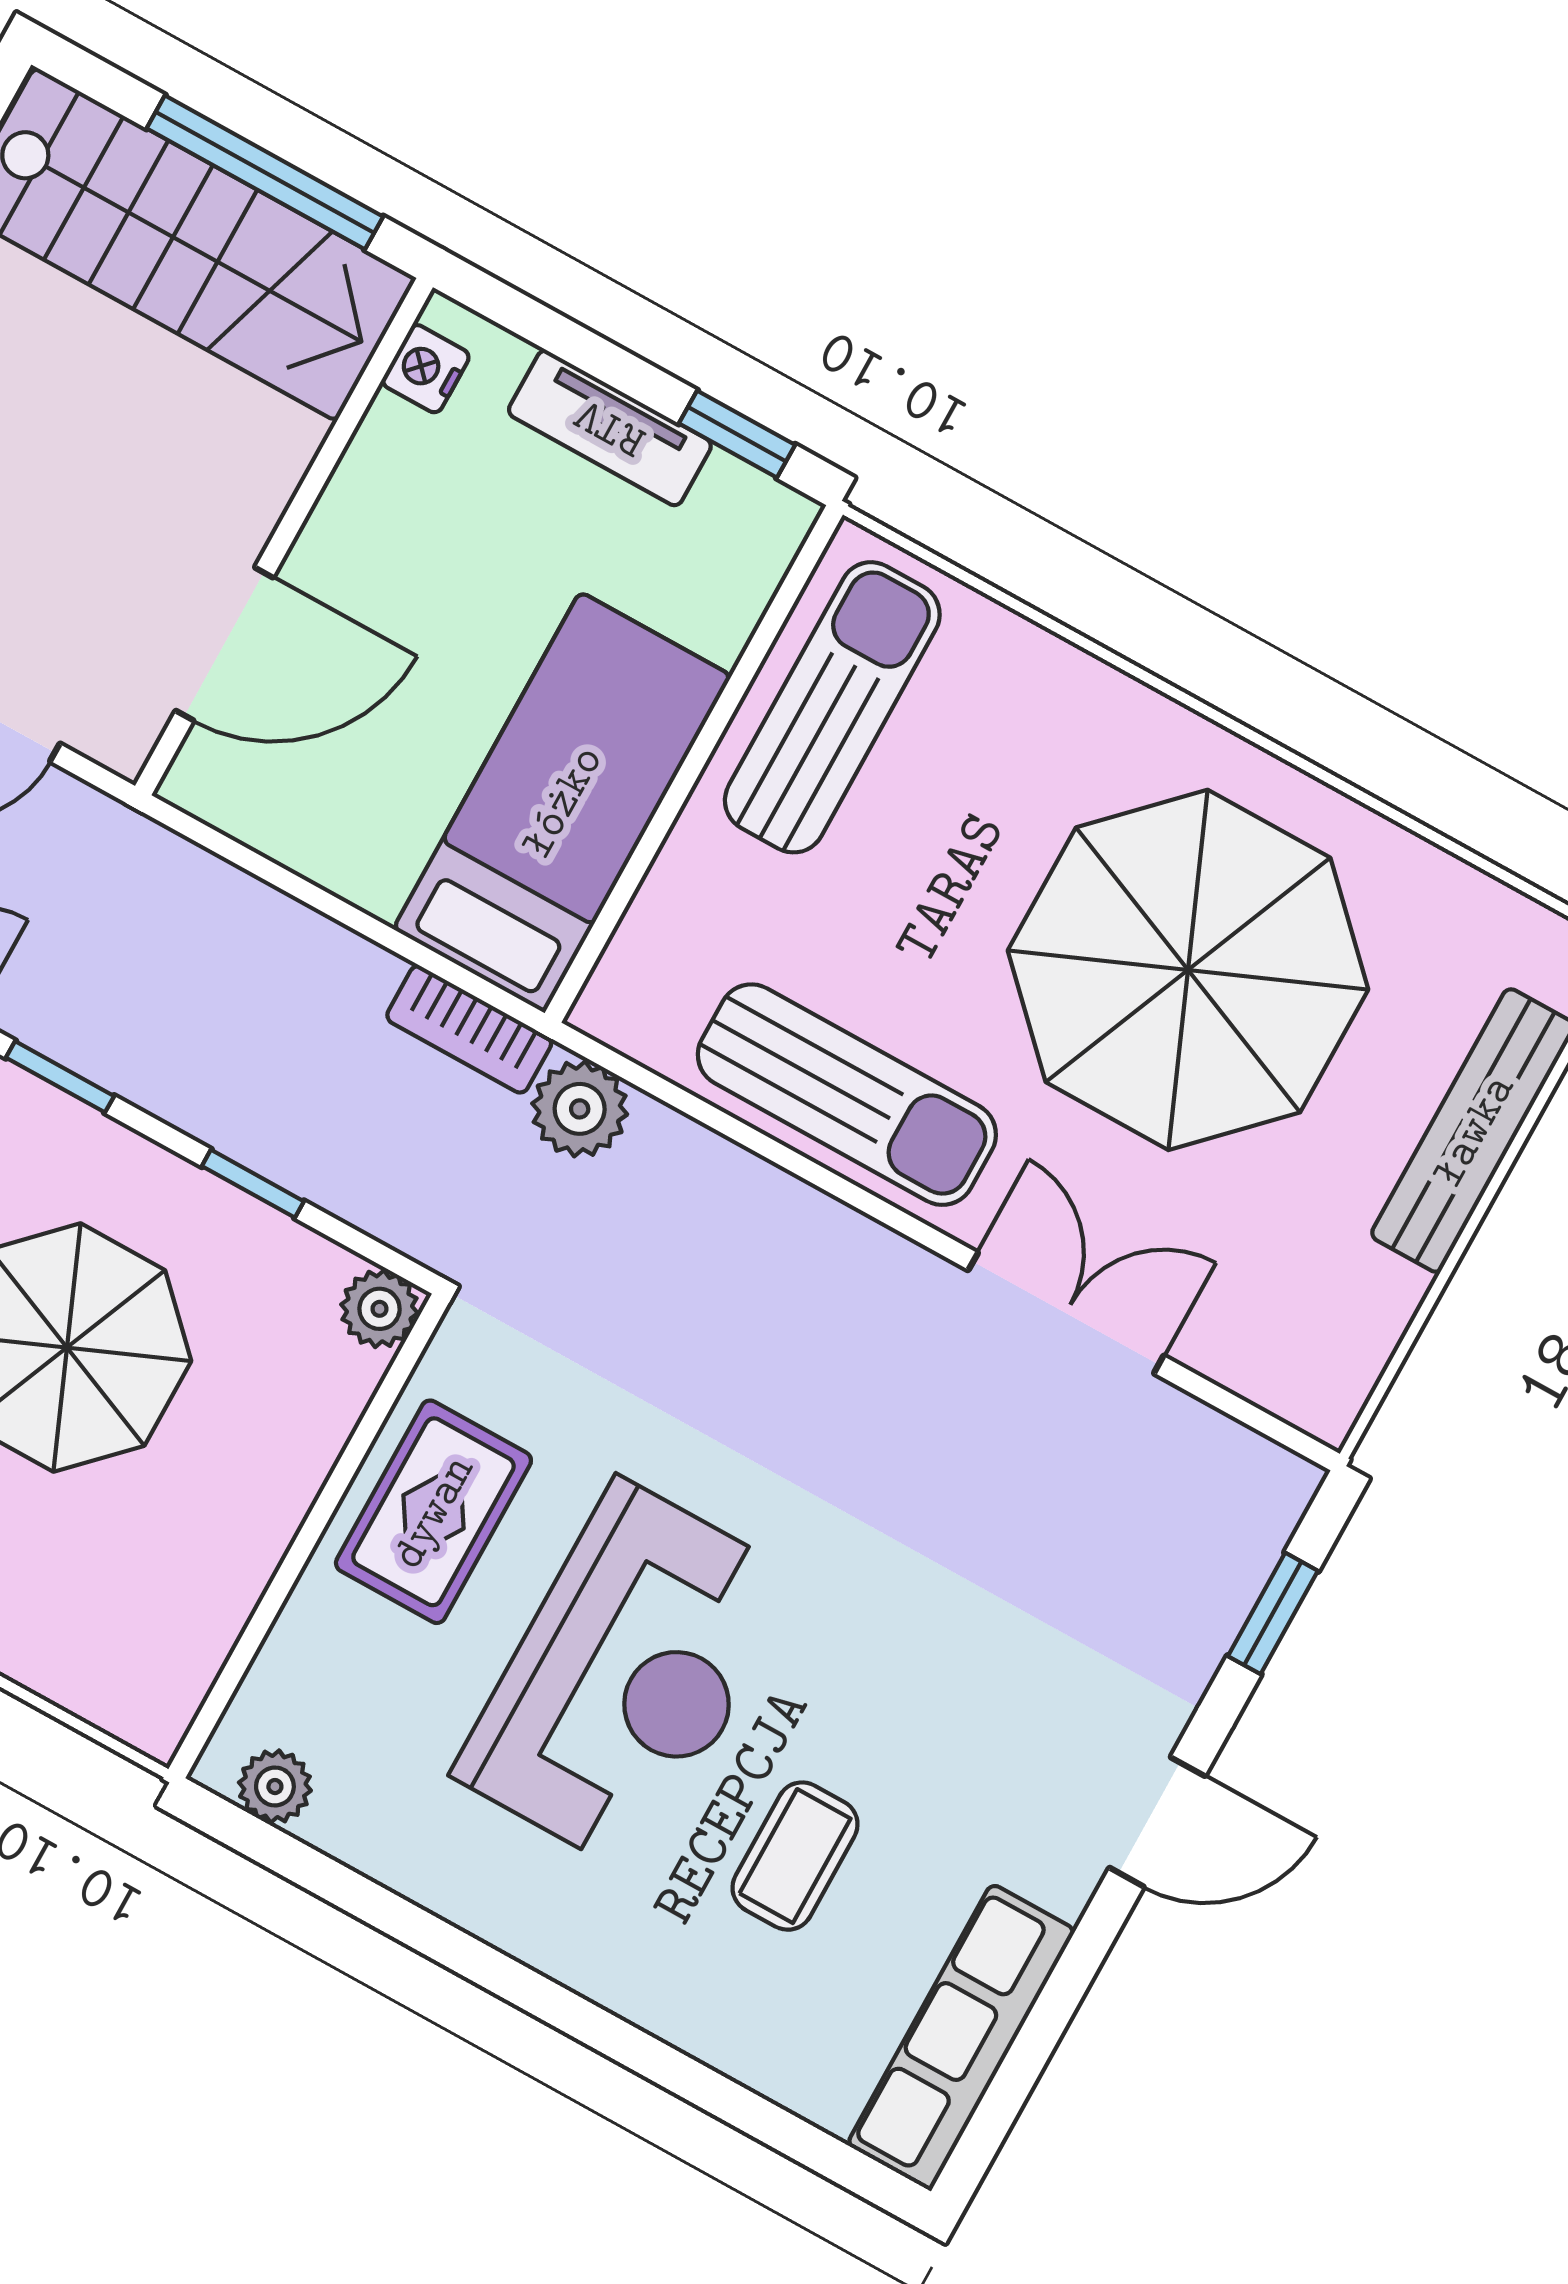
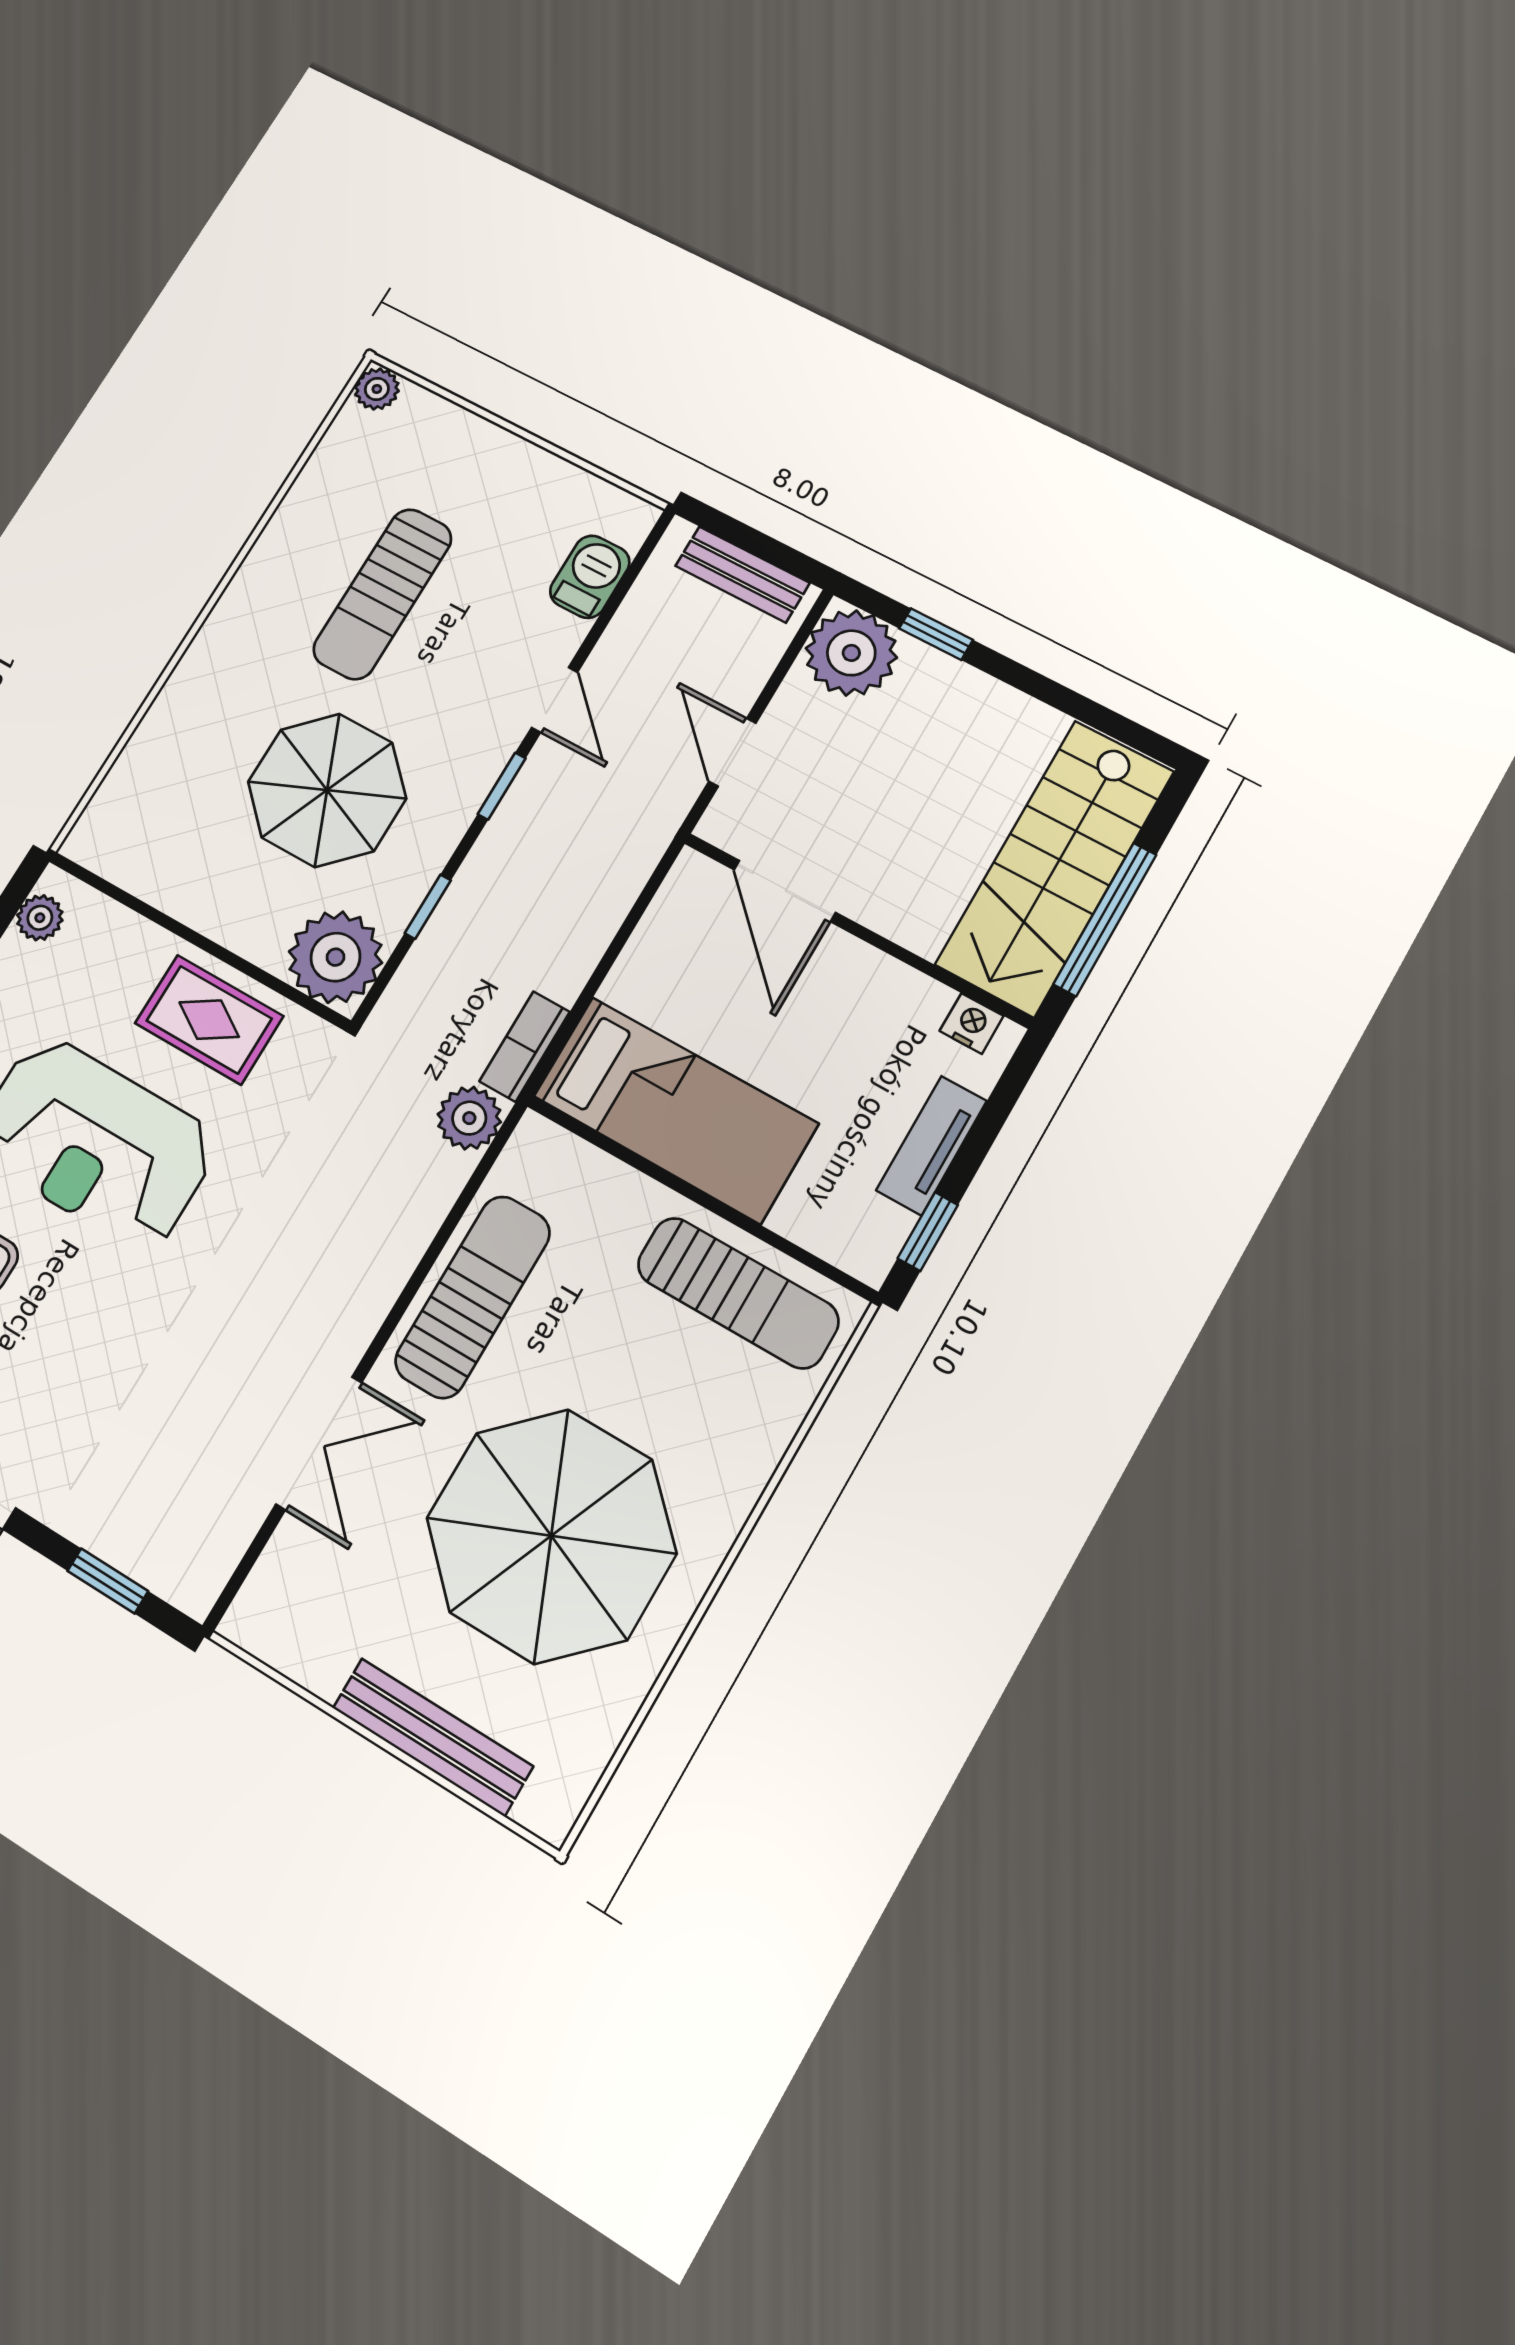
sun lounger: (847, 1095) -> (473, 1297), turned 180
plant: (380, 1309) -> (335, 957), width x1.88, depth x1.88

